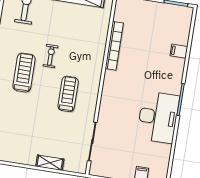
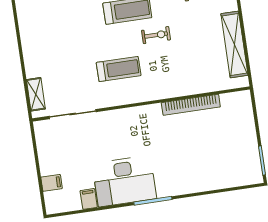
filing cabinet: (179, 51) -> (89, 199), moved
shelving: (50, 163) -> (36, 94), moved

